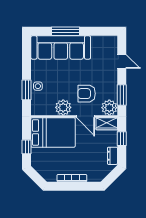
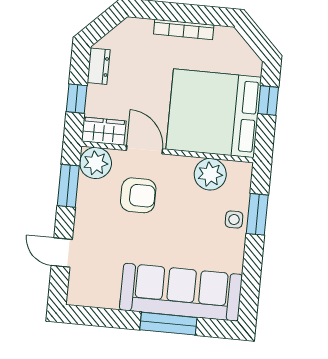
plant: (63, 107) -> (210, 174), moved
bed: (53, 132) -> (214, 113), width x1.36

